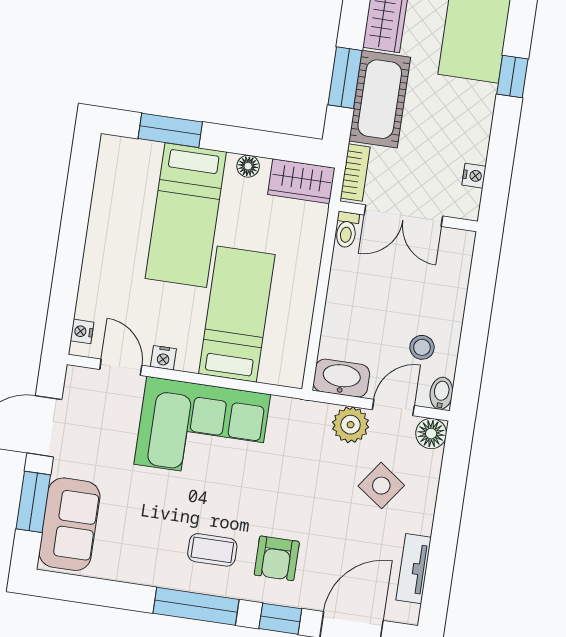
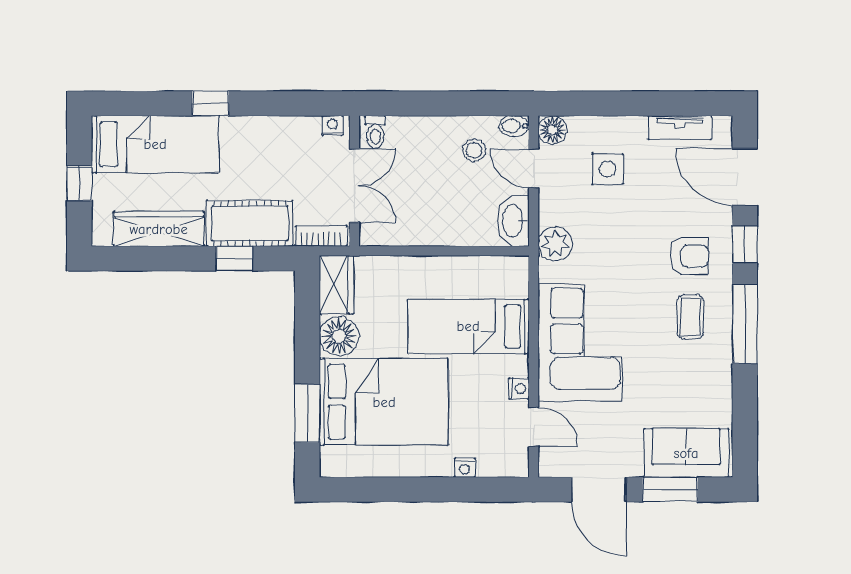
window: (345, 78) -> (234, 258), width x0.67
floor lamp: (248, 166) -> (339, 336), width x1.89, depth x1.89
nightstand: (474, 176) -> (332, 126), moved
bed: (186, 215) -> (384, 402), width x1.50
toilet: (347, 230) -> (375, 132), moved, turned 90
nightstand: (82, 331) -> (465, 468), moved
door: (121, 367) -> (534, 427), swing flipped
plant: (351, 425) -> (555, 244), moved
side table: (381, 486) -> (608, 169), turned -36

